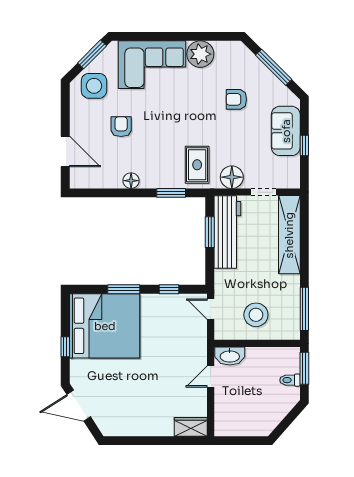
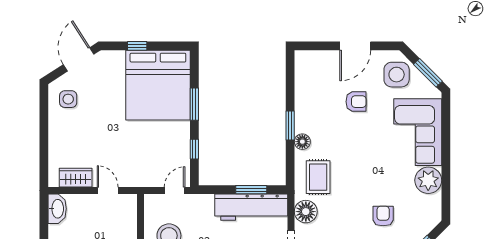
door: (65, 152) -> (355, 46), moved
rug: (197, 165) -> (318, 177), turned 90
floor lamp: (131, 181) -> (302, 142), moved
window: (171, 193) -> (290, 126), moved
washbasin: (230, 356) -> (57, 209), moved, turned 180
side table: (119, 416) -> (68, 99), added
wardrobe: (191, 427) -> (76, 178), moved, turned -90

